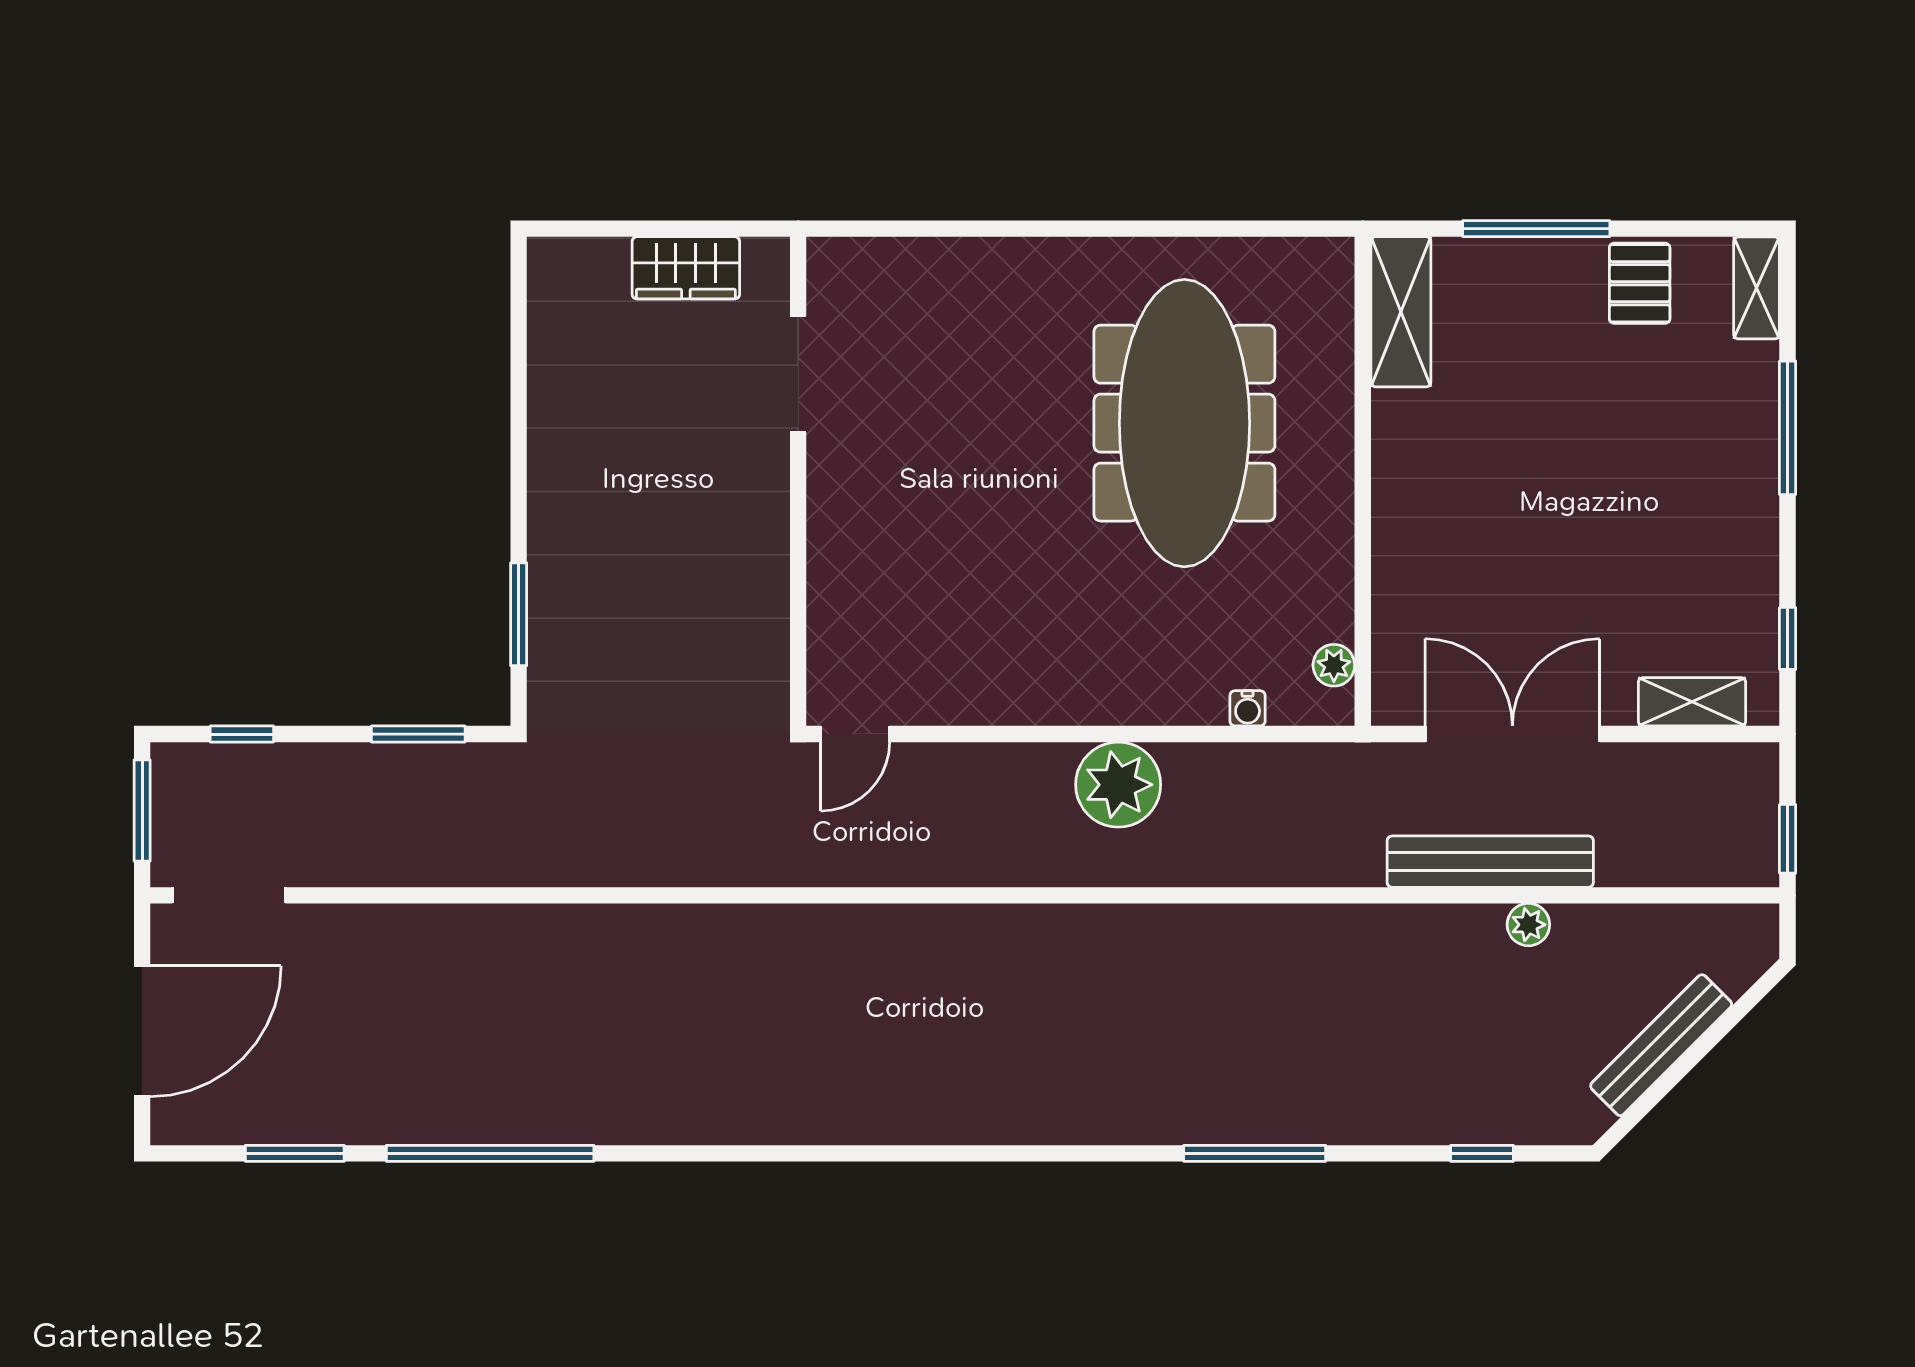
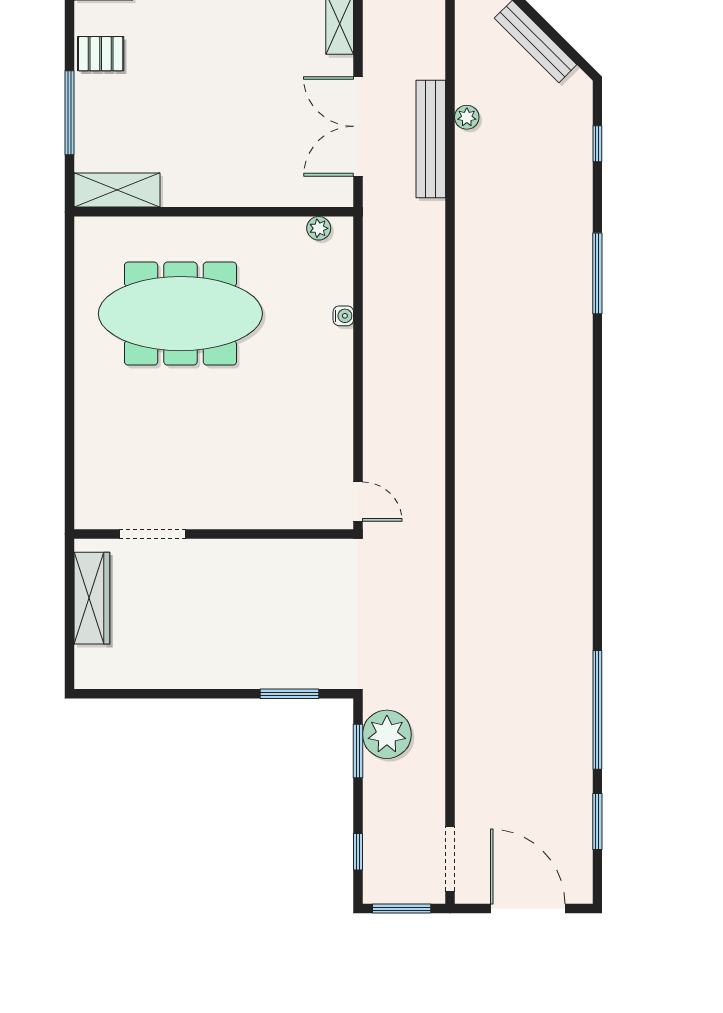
wardrobe: (686, 268) -> (92, 598), width x1.50
water cooler: (1248, 708) -> (343, 316), moved
plant: (1118, 785) -> (387, 734), moved

